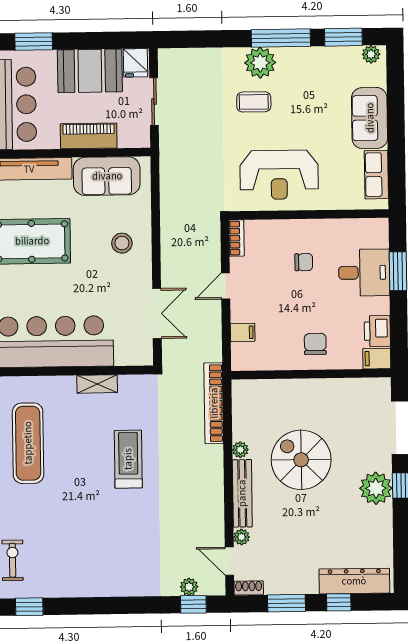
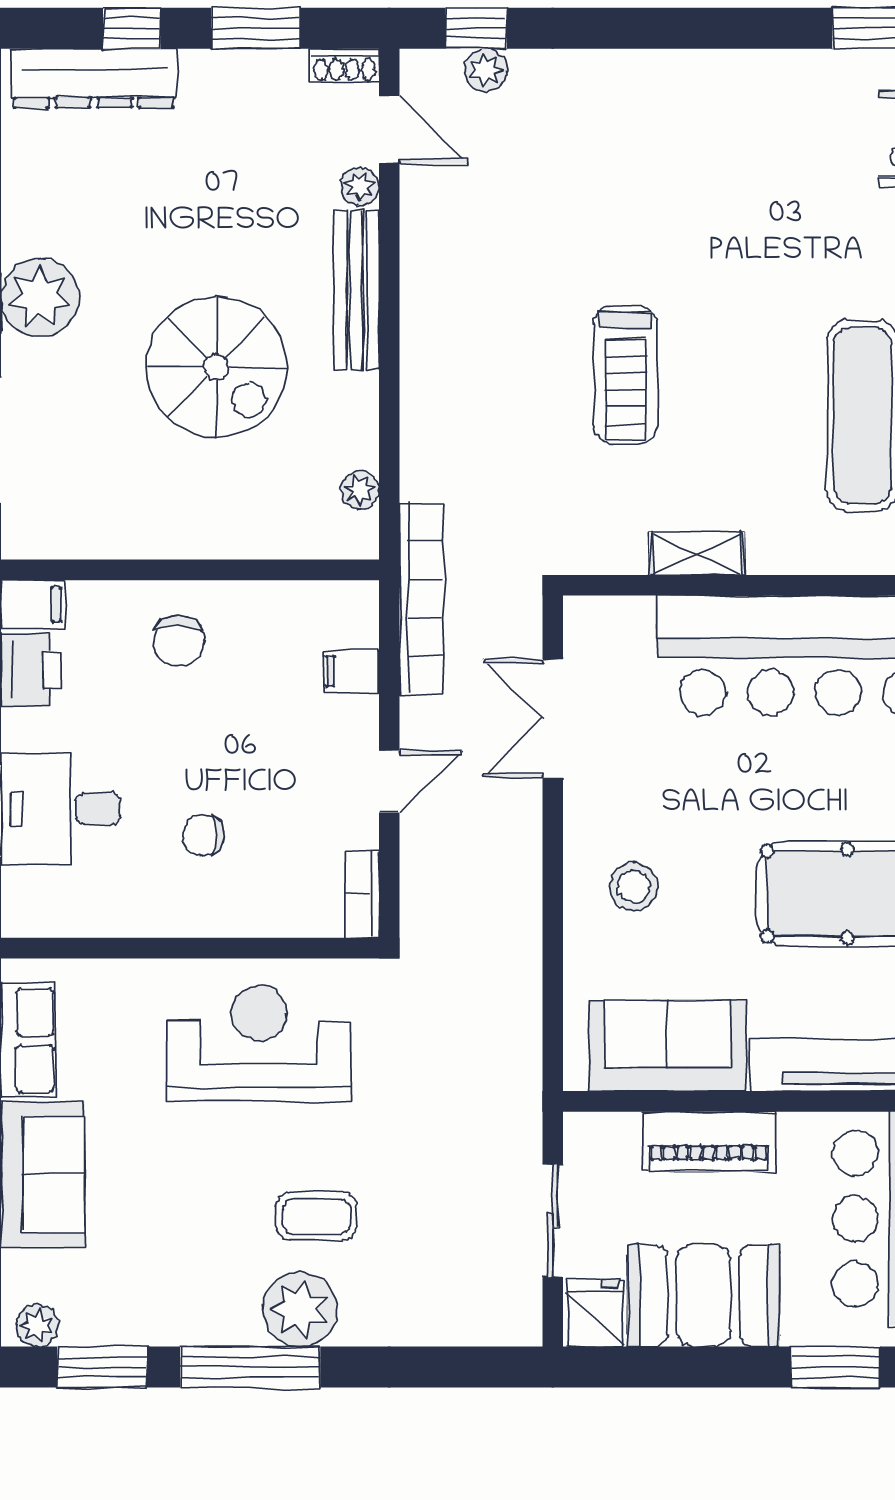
bookcase: (214, 403) -> (421, 599), moved
plant: (240, 450) -> (360, 490), moved

